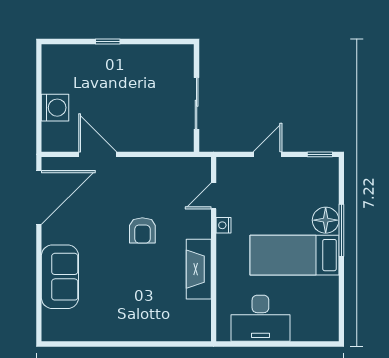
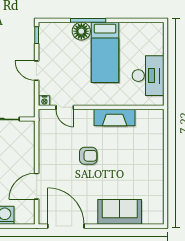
nightstand: (223, 225) -> (44, 101), moved

